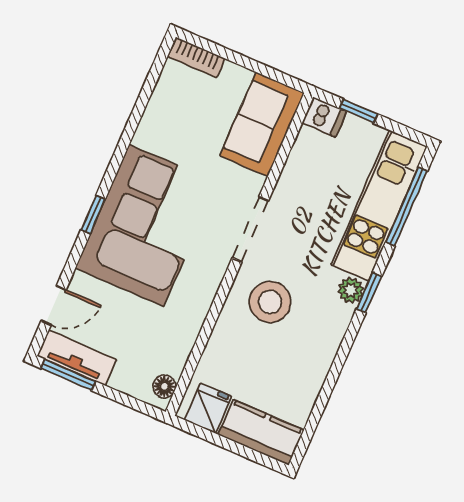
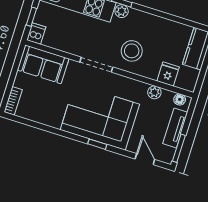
plant: (184, 338) -> (154, 92), added
tv unit: (77, 358) -> (175, 128), moved
fridge: (208, 408) -> (168, 74), moved, turned 90

